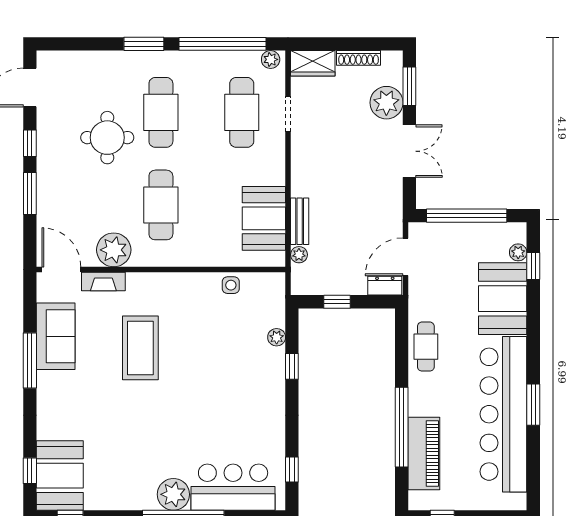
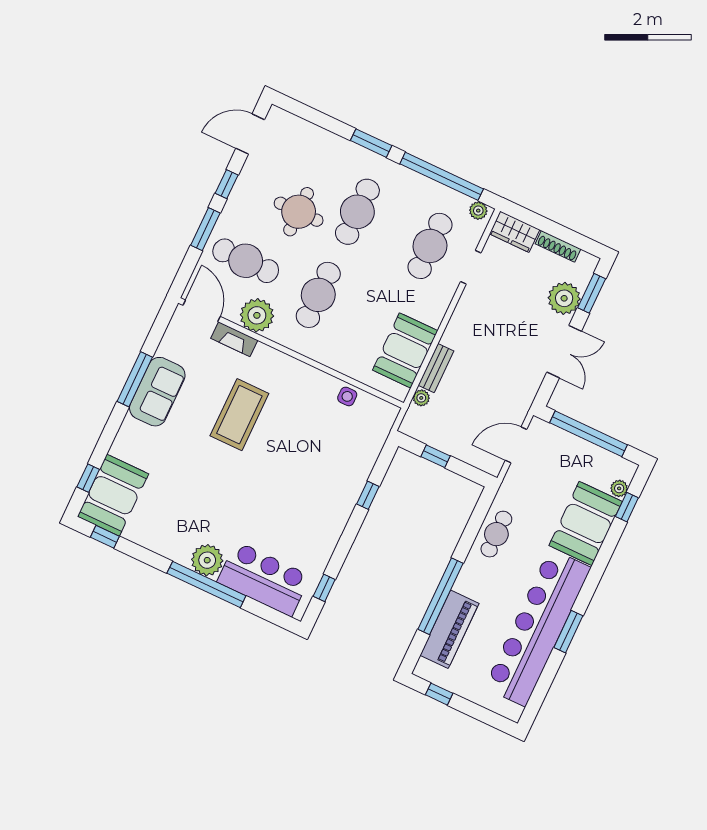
cafe table: (80, 205) -> (246, 261), added
dresser: (385, 286) -> (485, 462), removed
sofa: (56, 336) -> (157, 392), moved
plant: (277, 337) -> (366, 463), removed

